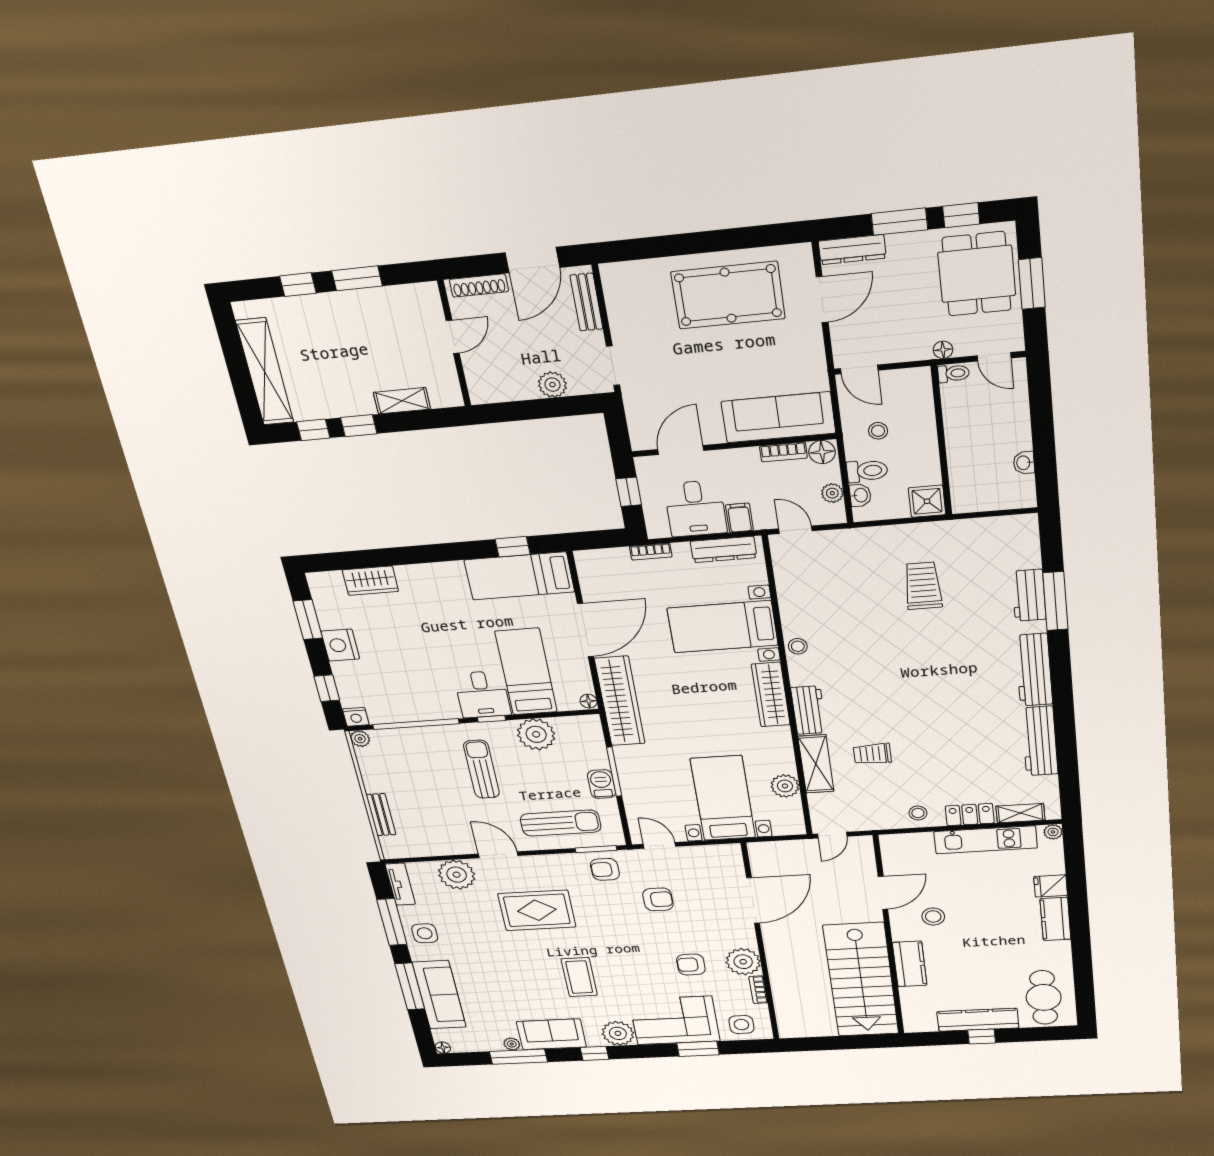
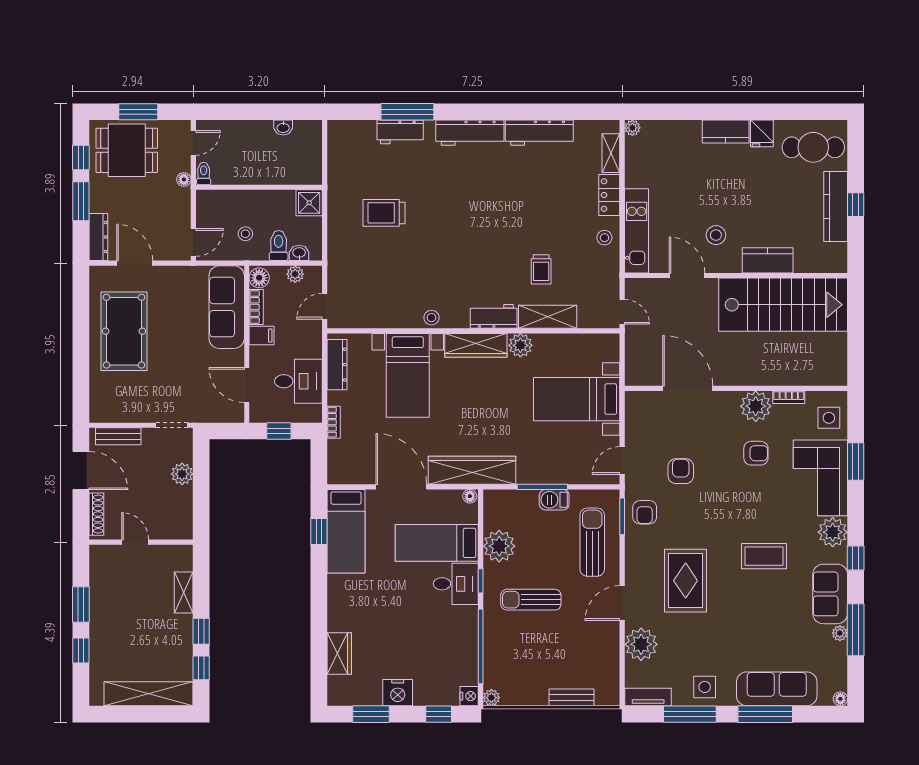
filing cabinet: (739, 518) -> (262, 335), moved, turned 180
plant: (785, 786) -> (520, 345), moved
kitchen unit: (986, 840) -> (637, 231), moved
fridge: (1051, 886) -> (762, 133), moved
armchair: (691, 964) -> (756, 453), turned -90

